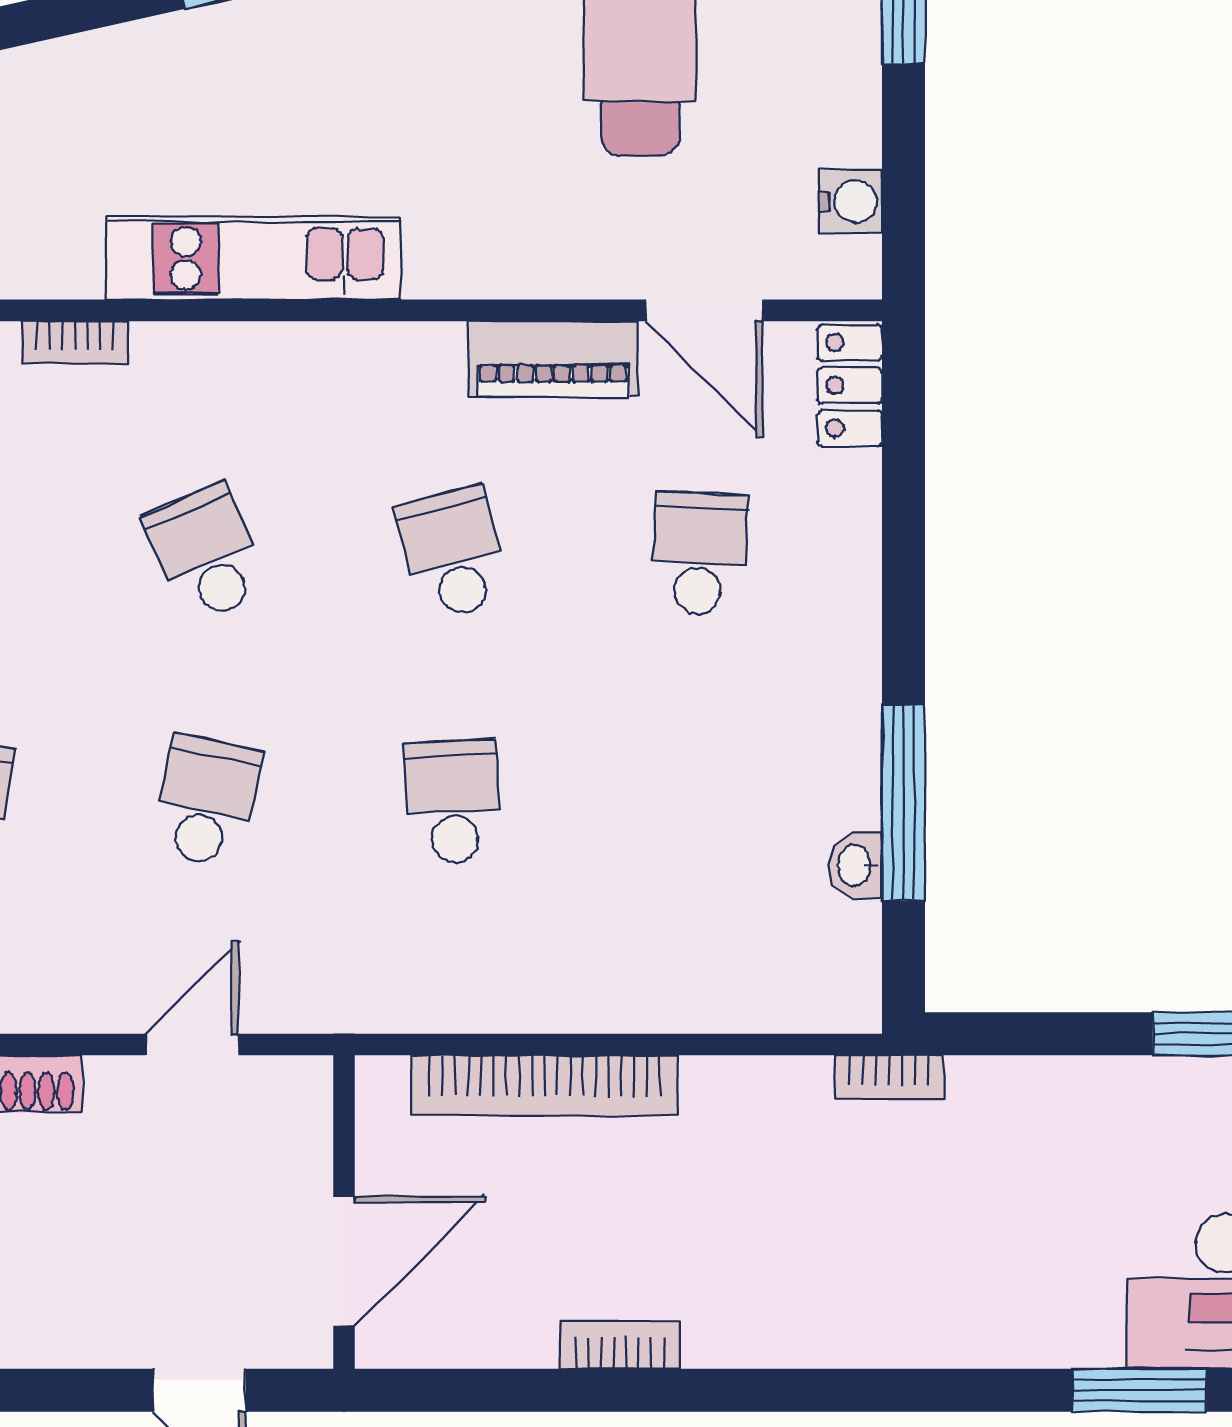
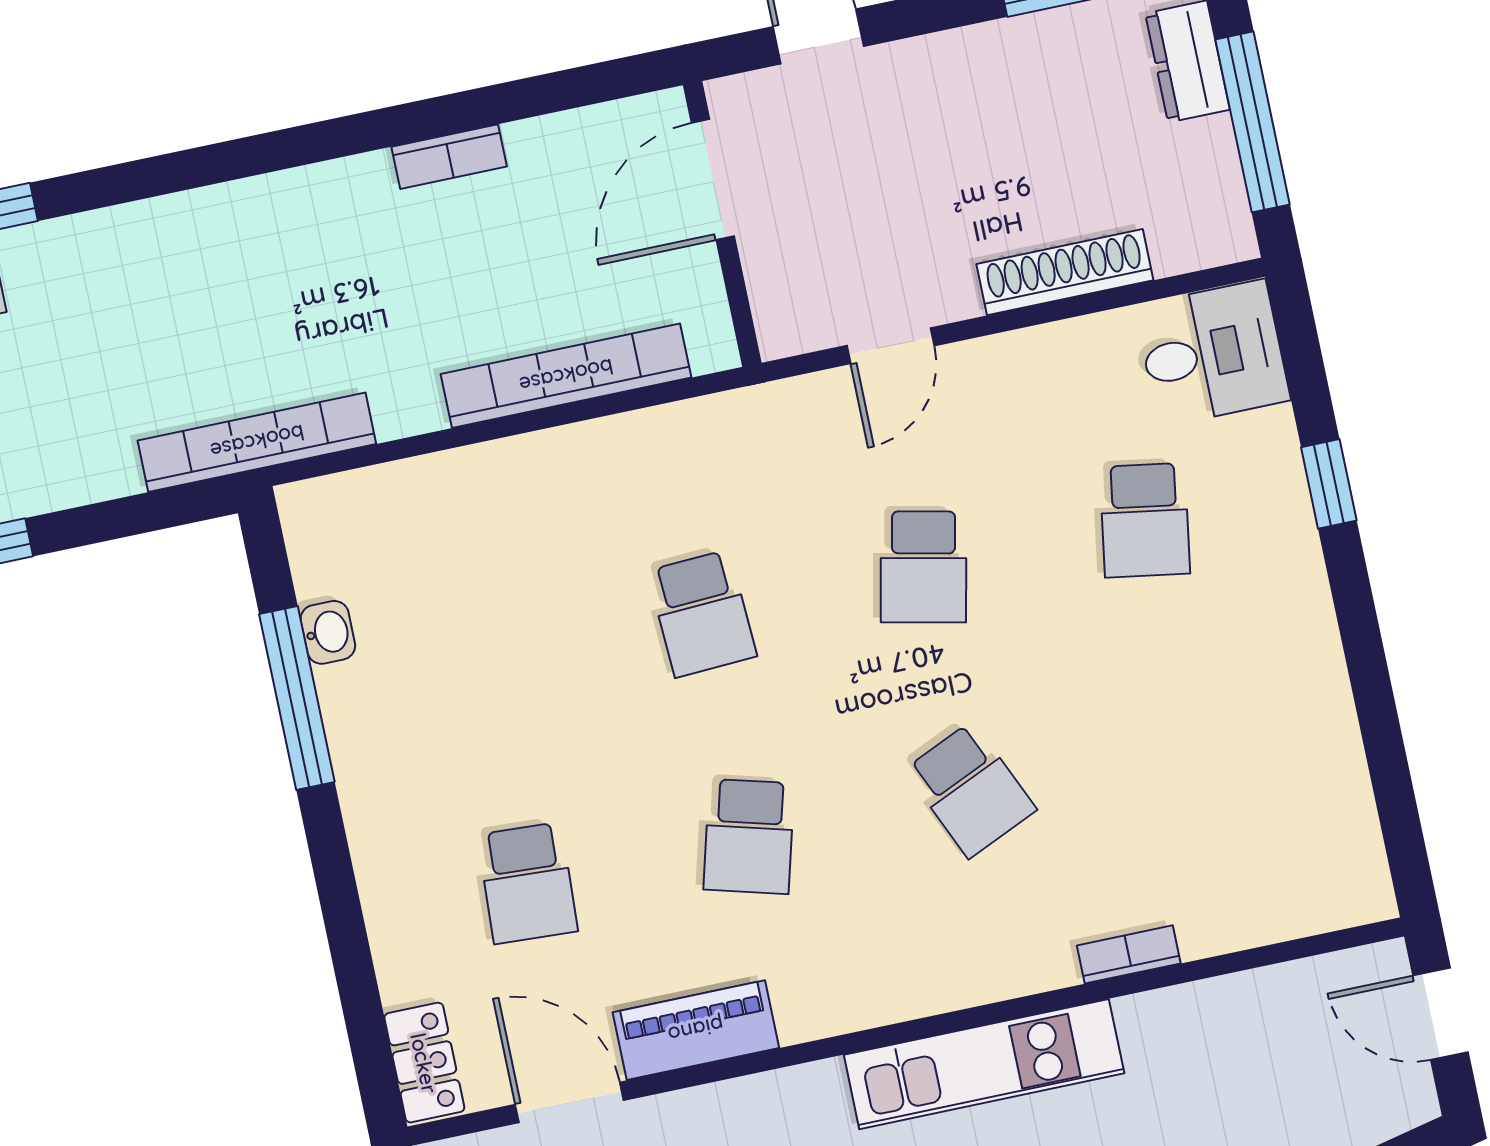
school desk: (453, 553) -> (749, 836), turned 30
bookcase: (889, 1077) -> (257, 442), width x2.31, depth x1.31

